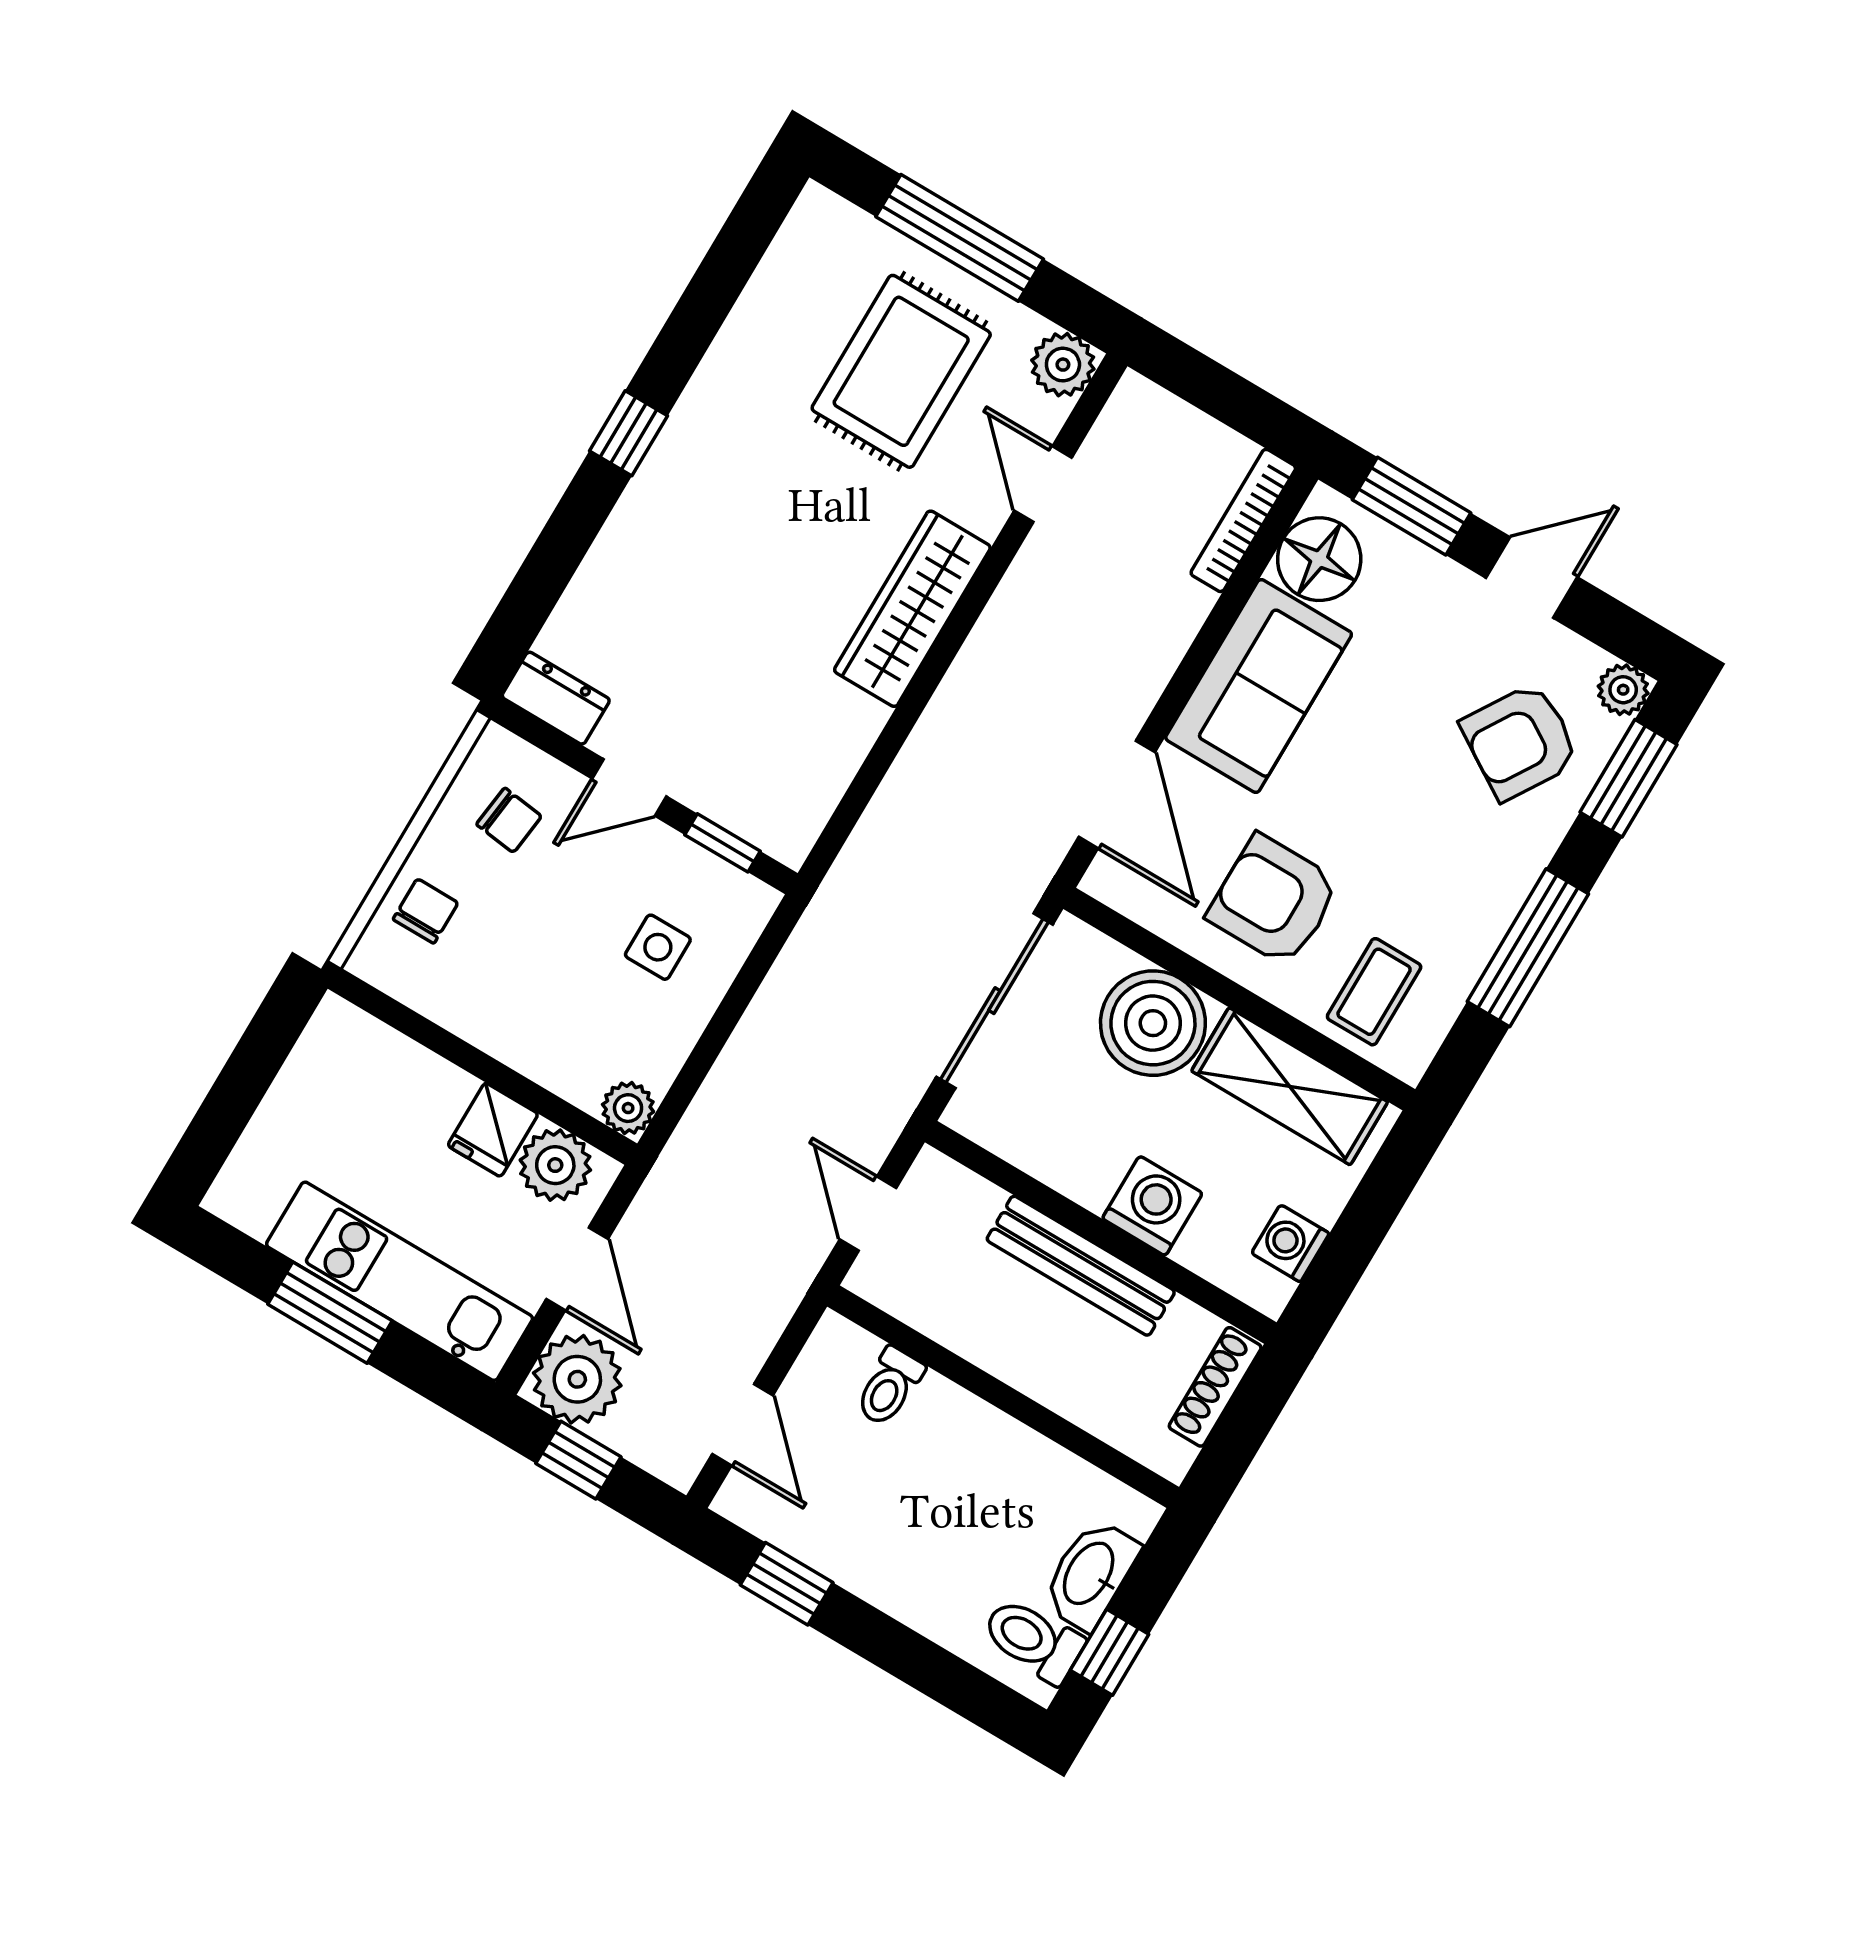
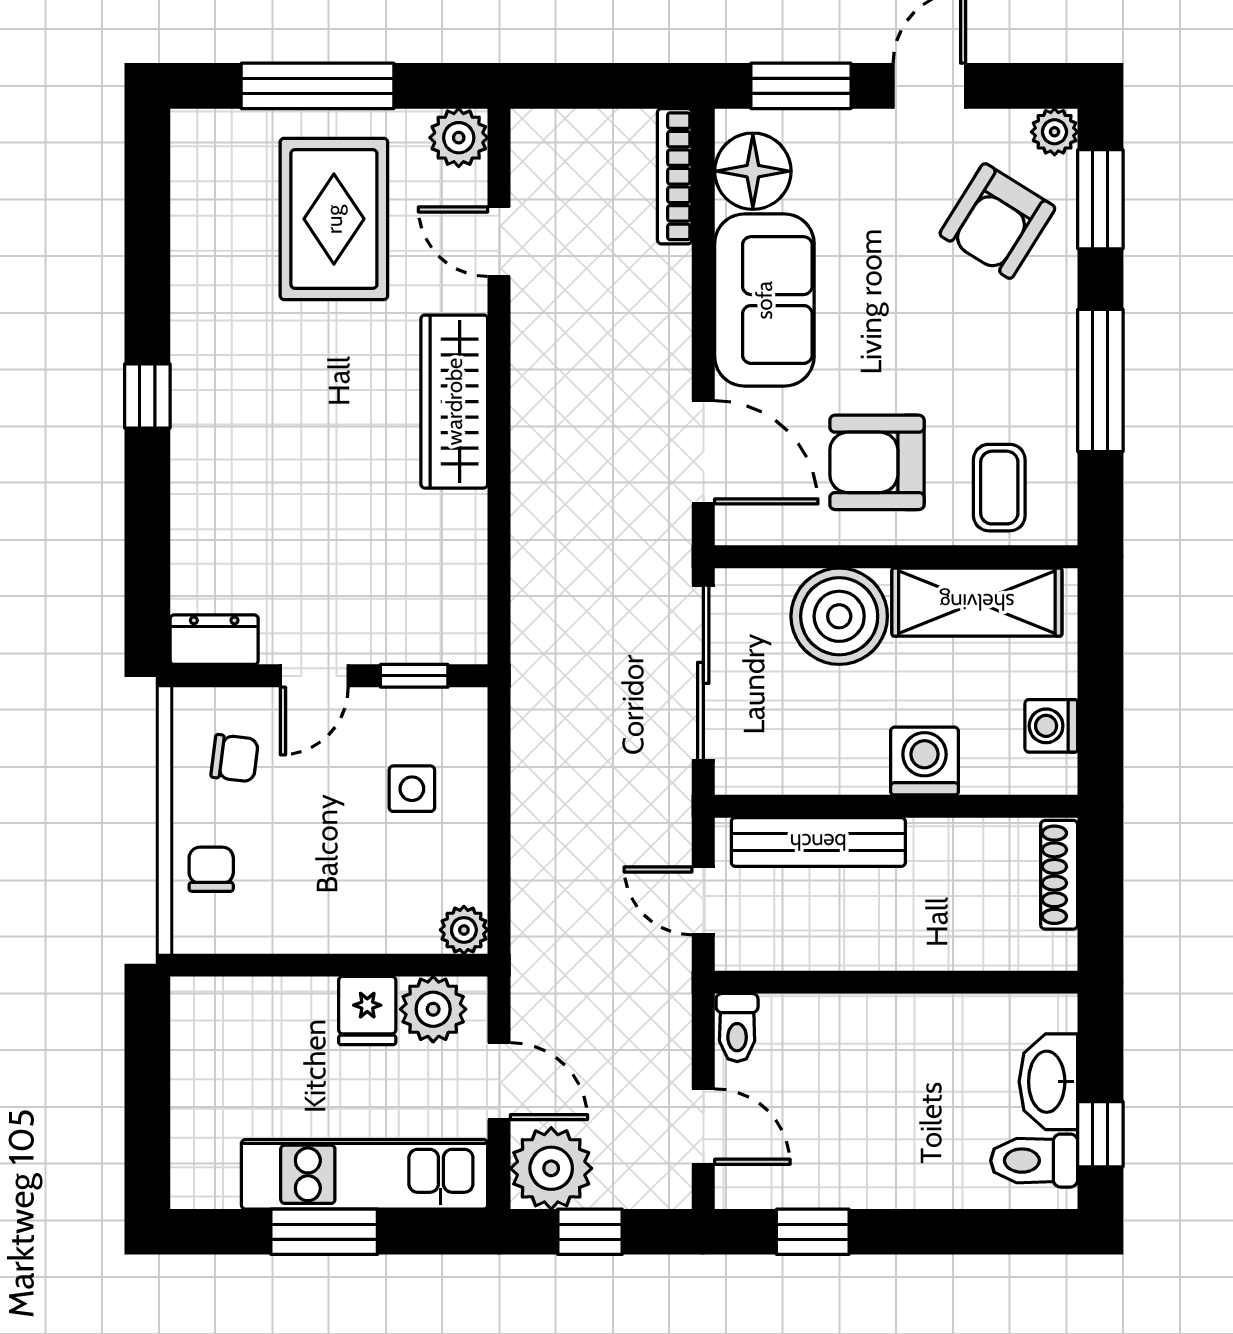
bench: (1081, 1266) -> (818, 842), moved
toilet: (889, 1387) -> (737, 1028), moved

